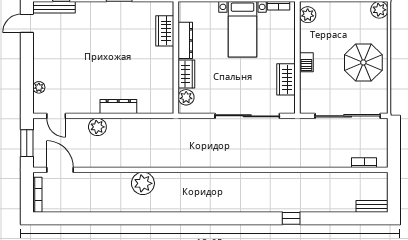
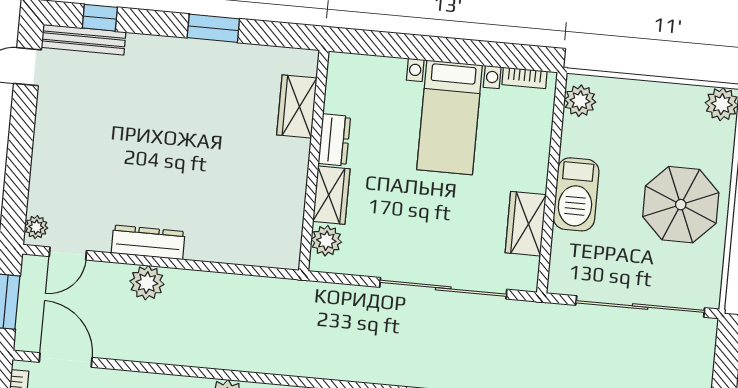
dresser: (185, 40) -> (334, 140), width x0.70
barbecue: (306, 62) -> (576, 194), width x1.88, depth x1.53
plant: (39, 87) -> (36, 227), moved
dresser: (118, 106) -> (148, 242), moved
door: (56, 116) -> (68, 253), hinge flipped

